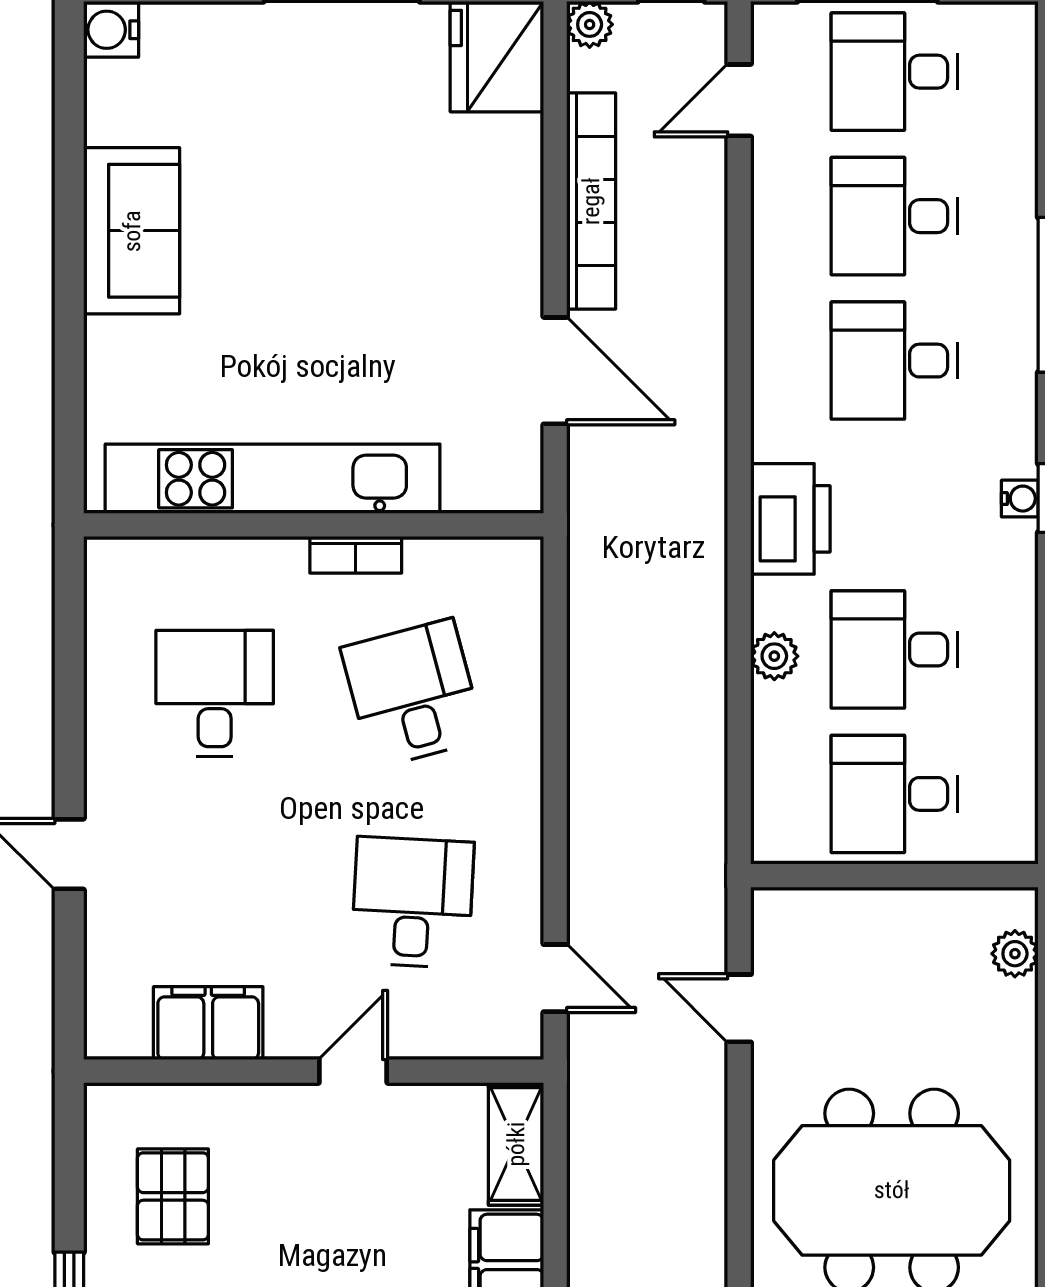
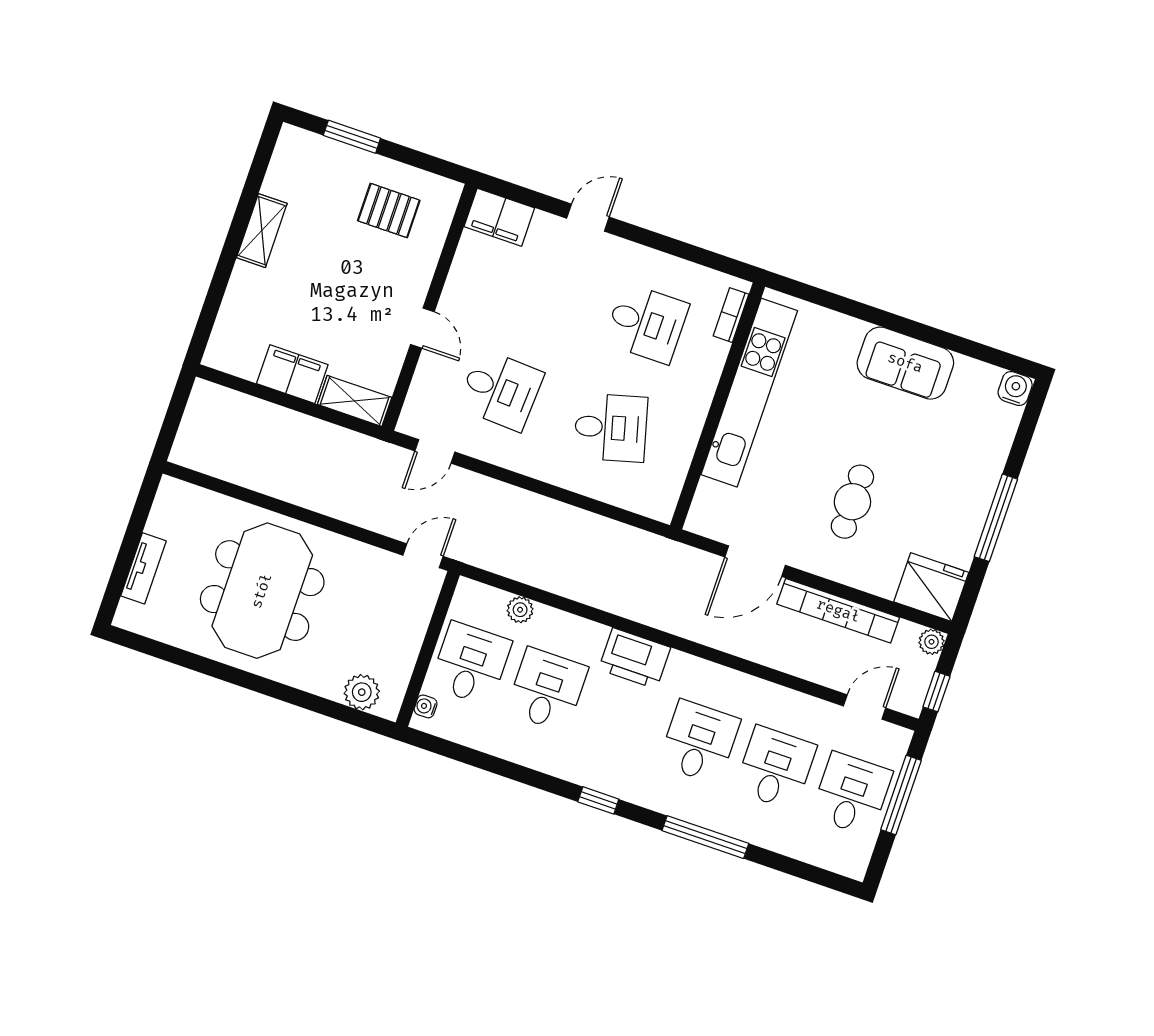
door: (739, 100) -> (865, 707), hinge flipped
cafe table: (398, 240) -> (852, 502), added
water cooler: (1020, 499) -> (426, 706), moved, turned 90
bookcase: (356, 555) -> (731, 315), moved
plant: (774, 656) -> (520, 610), moved
plant: (1015, 954) -> (362, 692), width x1.38, depth x1.38
door: (739, 1008) -> (423, 556), moved
filing cabinet: (208, 1023) -> (499, 217), moved, turned 90

